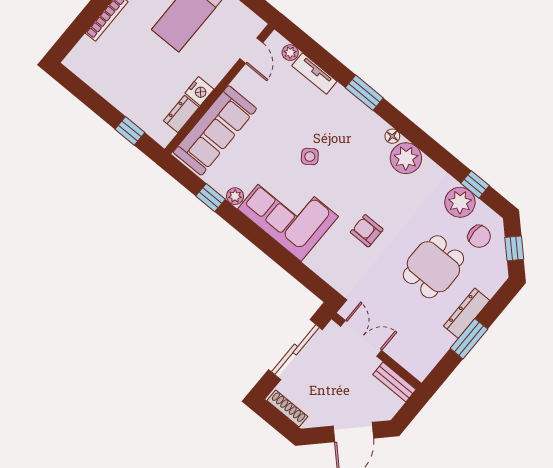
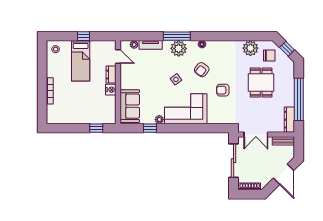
window: (364, 93) -> (177, 36), width x1.44
dresser: (181, 114) -> (111, 75), moved
sofa: (215, 130) -> (130, 106), width x0.73
plant: (406, 158) -> (179, 48), moved
armchair: (360, 174) -> (202, 70), added
window: (475, 184) -> (251, 36), removed
dresser: (467, 313) -> (289, 120), moved
double door: (361, 338) -> (256, 135), swing flipped
window: (469, 339) -> (299, 99), width x2.11

